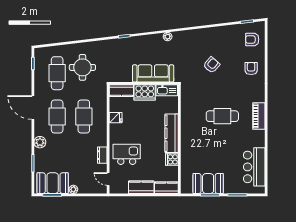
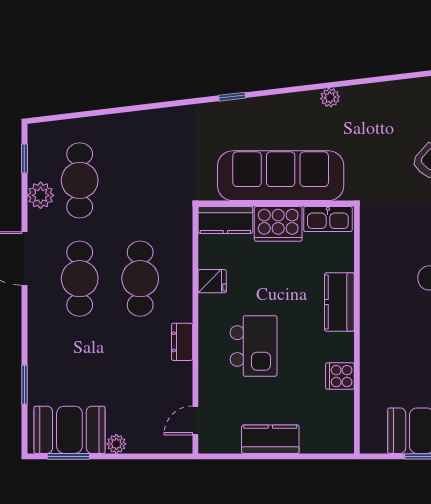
round table: (82, 67) -> (137, 167), removed
sofa: (153, 73) -> (281, 176), width x1.36, depth x1.27
kitchen counter: (172, 133) -> (339, 302), width x0.67
plant: (40, 142) -> (41, 195), moved
kitchen island: (127, 154) -> (254, 346), moved, turned 90
dresser: (102, 155) -> (182, 342), moved
door: (108, 179) -> (195, 420), hinge flipped
kitchen counter: (166, 188) -> (327, 440), removed

